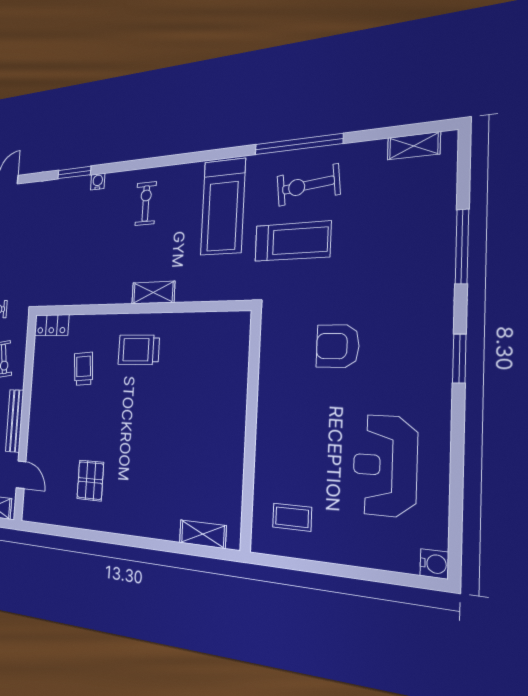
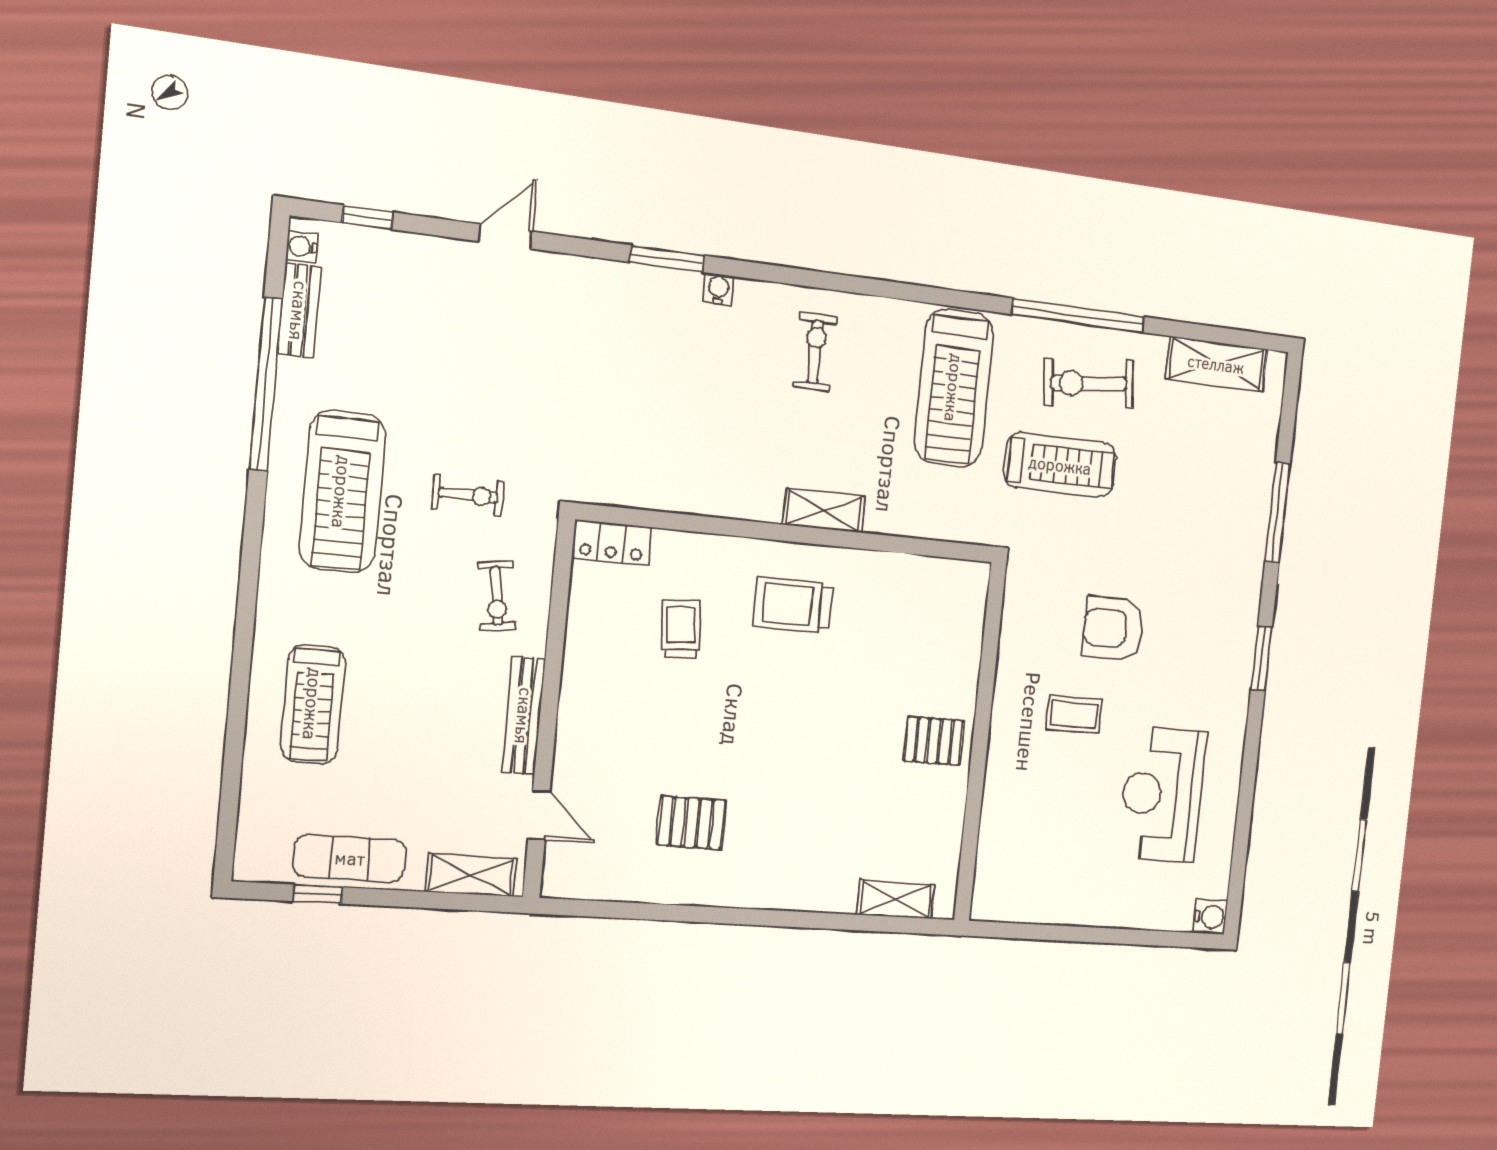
shelving: (414, 146) -> (1216, 364), width x1.50, depth x1.33
pallet: (221, 429) -> (934, 741), added
pallet: (90, 481) -> (691, 823), turned 90
coffee table: (292, 517) -> (1074, 714), moved

